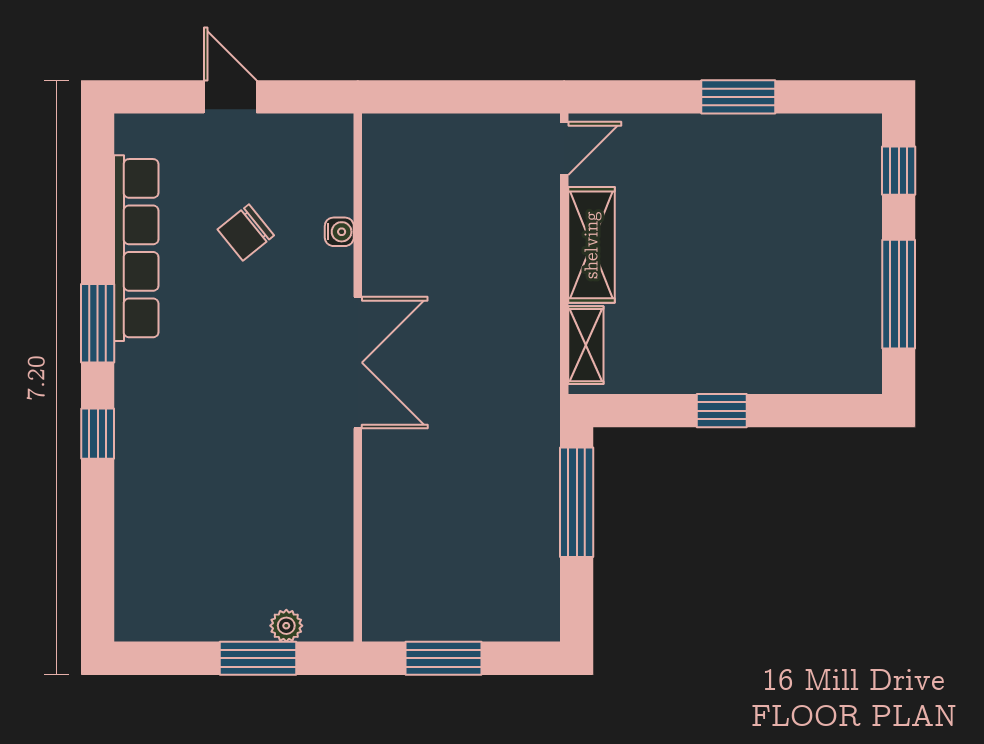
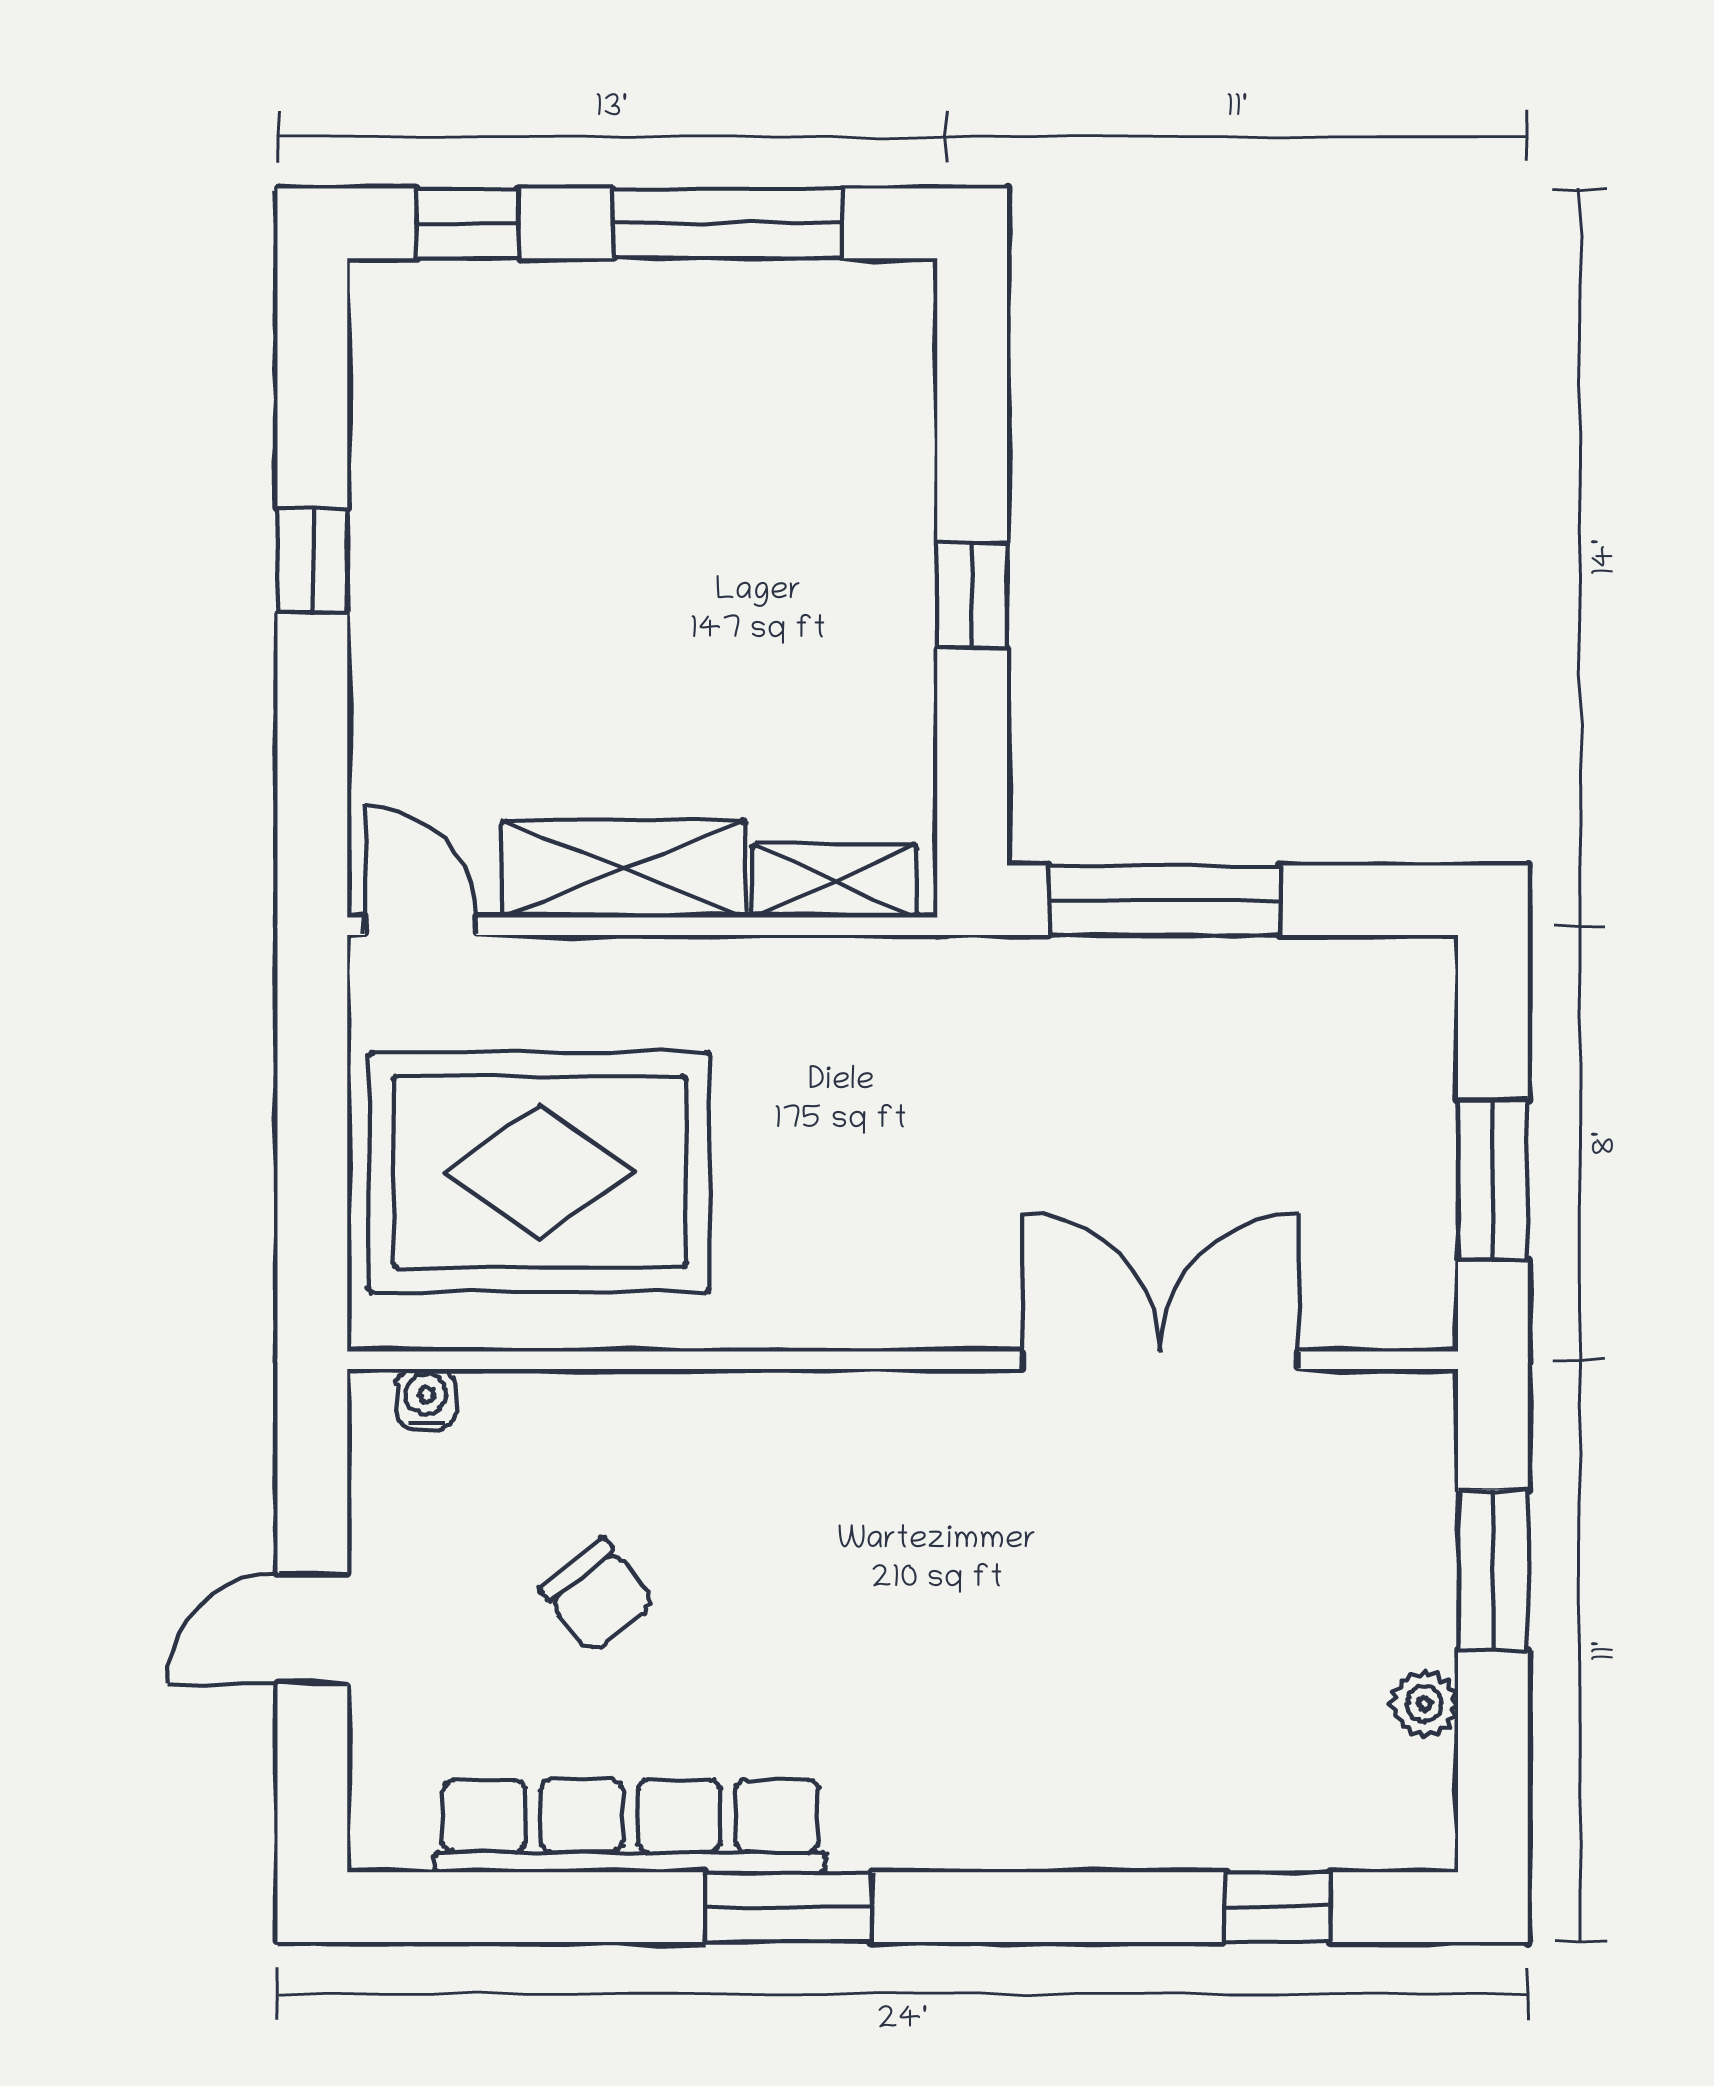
window: (738, 97) -> (312, 560), width x0.67
rug: (447, 205) -> (540, 1172), added
water cooler: (339, 232) -> (426, 1399), moved
double door: (358, 363) -> (1160, 1360), moved
window: (98, 434) -> (1278, 1907), moved
plant: (286, 626) -> (1424, 1704), moved

